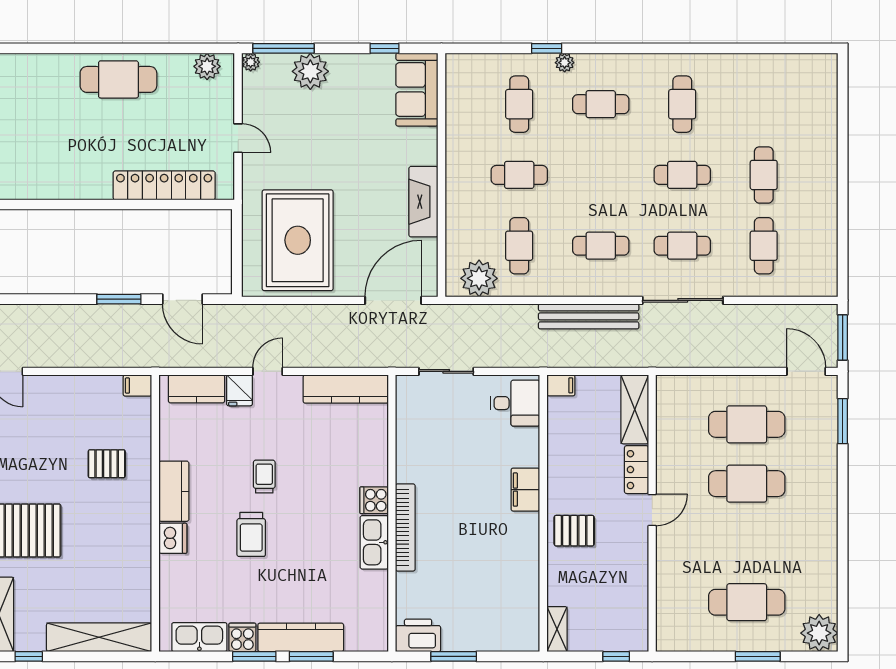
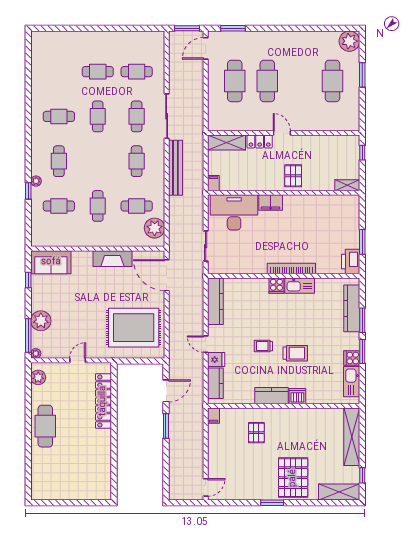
desk: (515, 403) -> (234, 212), width x1.87, depth x1.30
kitchen counter: (301, 637) -> (352, 308), moved

